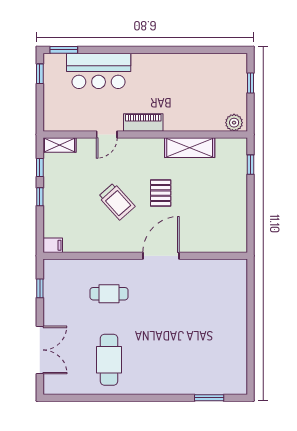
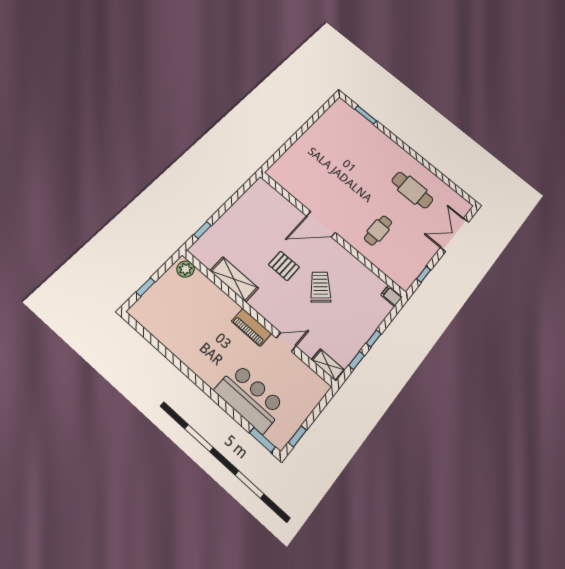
pallet: (161, 193) -> (284, 266), turned 90
cafe table: (109, 294) -> (378, 230), turned 90
cafe table: (109, 360) -> (412, 190), turned 90

